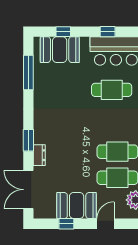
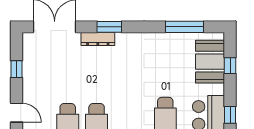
dresser: (39, 155) -> (98, 39), width x1.44
booth: (77, 206) -> (37, 80), removed

